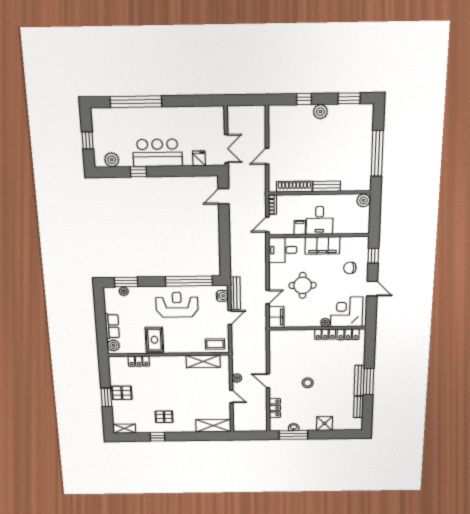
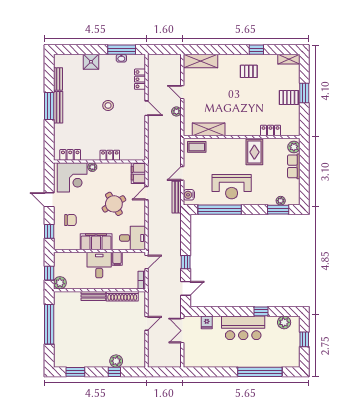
plant: (320, 112) -> (116, 361), moved
window: (375, 211) -> (49, 273), added
window: (224, 225) -> (186, 262), added
round table: (303, 285) -> (114, 204), turned -30
locker: (325, 334) -> (110, 155), moved

